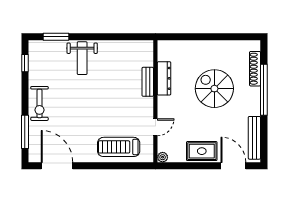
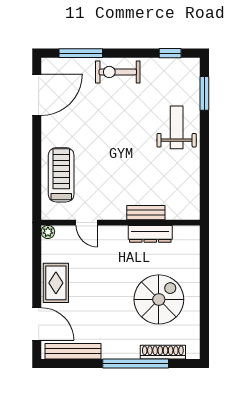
weight bench: (82, 58) -> (177, 127), turned 90
spiral stairs: (214, 89) -> (159, 299), moved
door: (233, 166) -> (37, 324), hinge flipped

